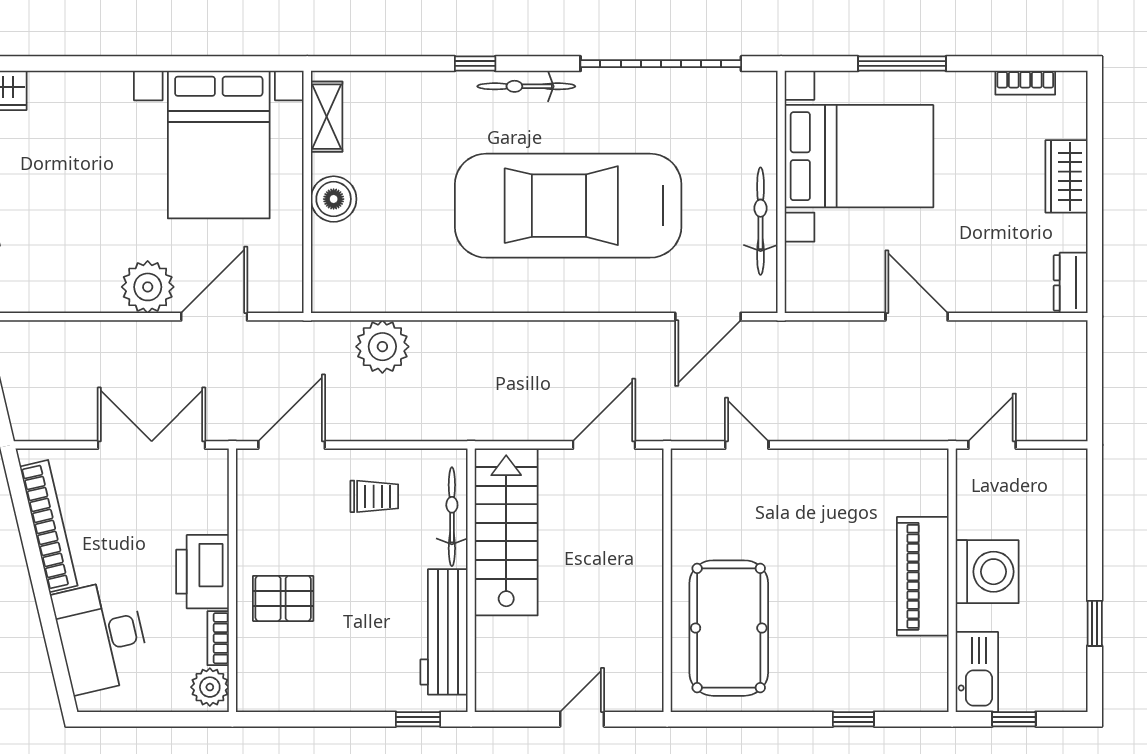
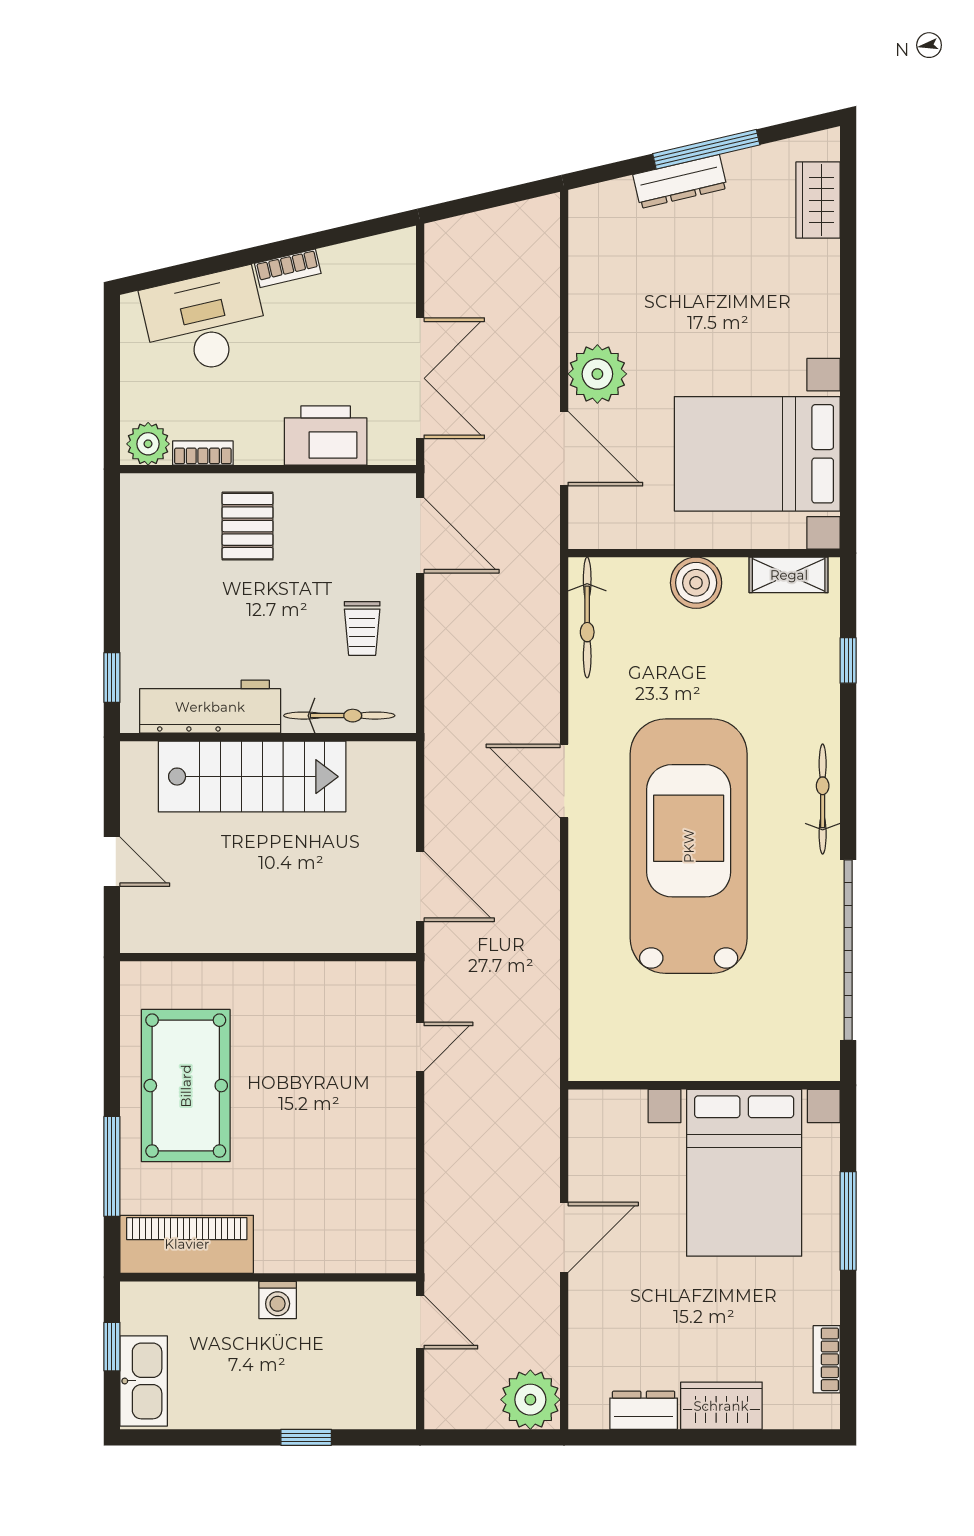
window: (475, 64) -> (848, 660), moved
bicycle: (761, 221) -> (587, 618), moved, turned 90
dresser: (1071, 283) -> (644, 1410), moved
door: (708, 317) -> (564, 781), moved
plant: (382, 347) -> (530, 1400), moved
bookcase: (49, 526) -> (288, 268), width x0.43, depth x0.76
stairs: (506, 532) -> (252, 777), moved
printer: (202, 572) -> (326, 436), moved
washing machine: (987, 572) -> (278, 1300), width x0.53, depth x0.53
piano: (923, 576) -> (187, 1244), moved
window: (1095, 623) -> (306, 1437), moved
pool table: (729, 628) -> (186, 1086), moved, turned 90
kitchen sink: (977, 672) -> (144, 1381), moved, turned -90
window: (853, 719) -> (112, 1166), width x2.17

